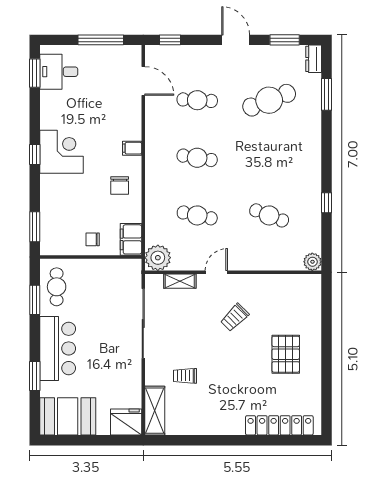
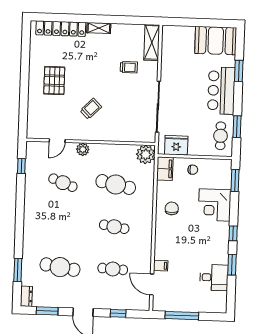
window: (170, 40) -> (118, 313), moved
desk: (59, 72) -> (214, 277), moved
window: (35, 73) -> (232, 265), moved
cafe table: (269, 100) -> (60, 267), turned 30
filing cabinet: (132, 148) -> (161, 266), moved
corner desk: (61, 152) -> (215, 205), moved
window: (326, 203) -> (21, 166), moved
cafe table: (197, 215) -> (116, 184), width x1.37, depth x1.35
plant: (312, 262) -> (83, 149), moved
door: (216, 272) -> (57, 141), moved
shelving: (180, 281) -> (99, 28), moved
fridge: (126, 422) -> (176, 145), moved, turned 180

